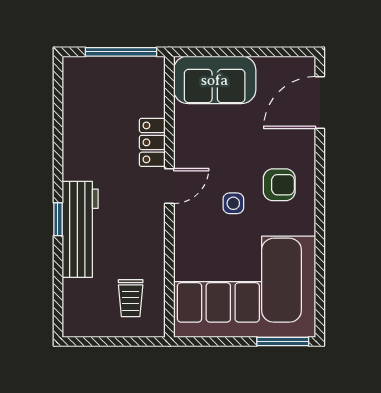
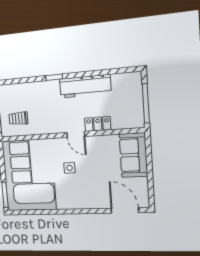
armchair: (279, 185) -> (81, 191), removed
workbench: (80, 229) -> (85, 86), moved

